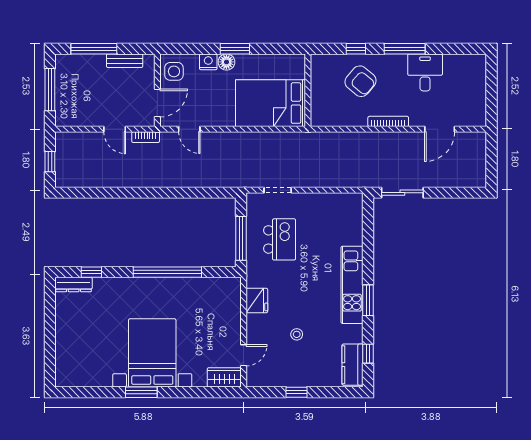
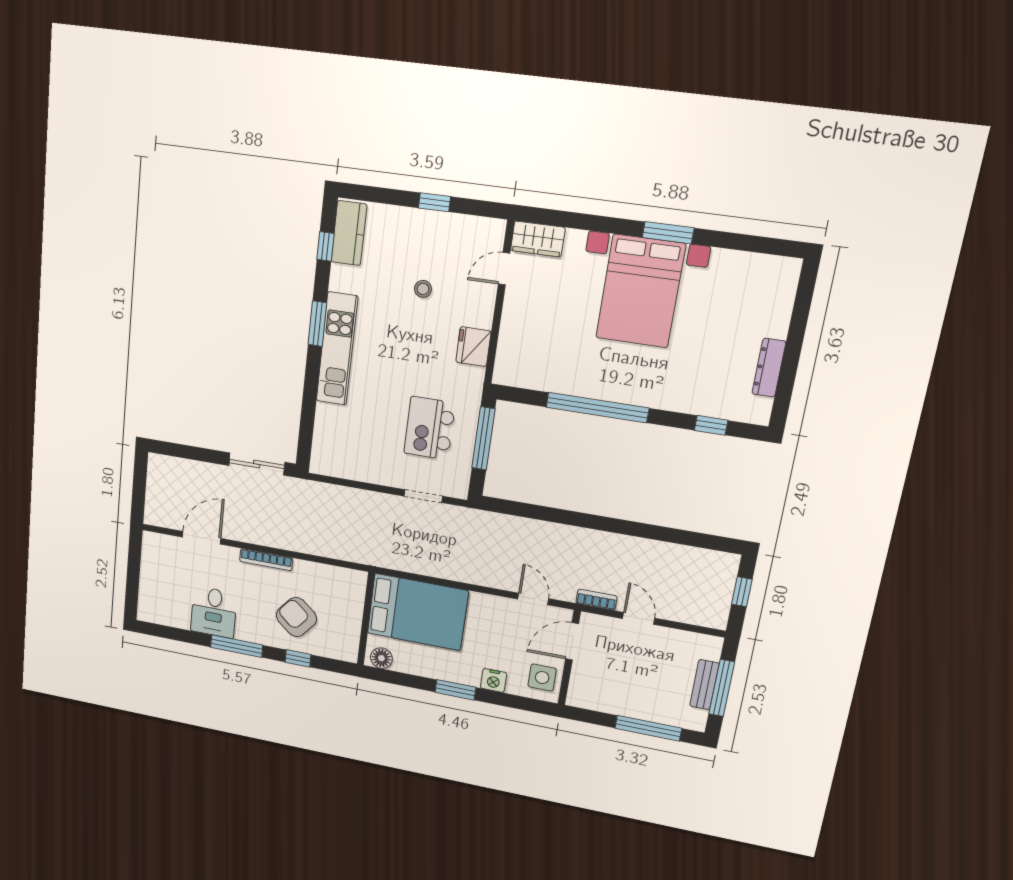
bench: (125, 61) -> (704, 685), moved, turned 90
floor lamp: (226, 62) -> (381, 658), moved
dresser: (74, 285) -> (769, 368), moved, turned -90

